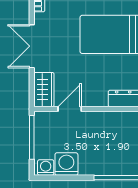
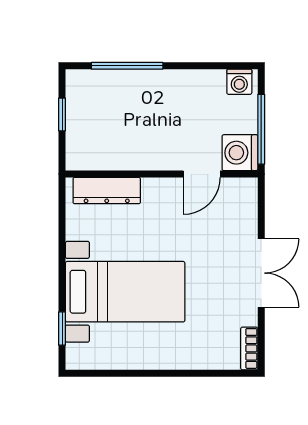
wardrobe: (44, 90) -> (242, 205), removed
washing machine: (66, 164) -> (240, 153), moved, turned 90

